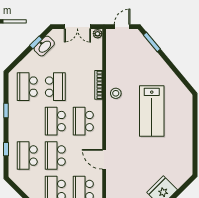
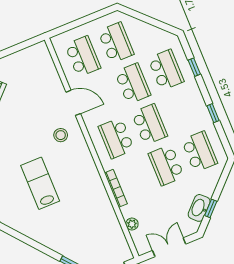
plant: (98, 34) -> (132, 224), moved
stool: (116, 93) -> (61, 135), moved
lab bench: (152, 111) -> (40, 183), width x0.73, depth x0.72
school desk: (83, 121) -> (116, 138), turned 180

